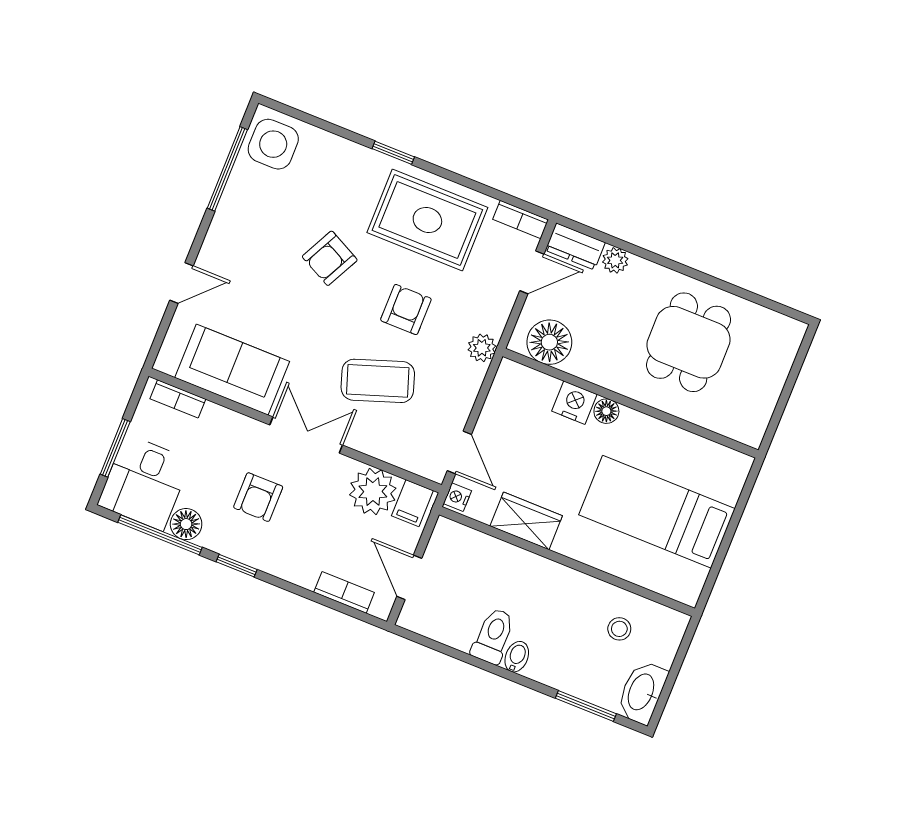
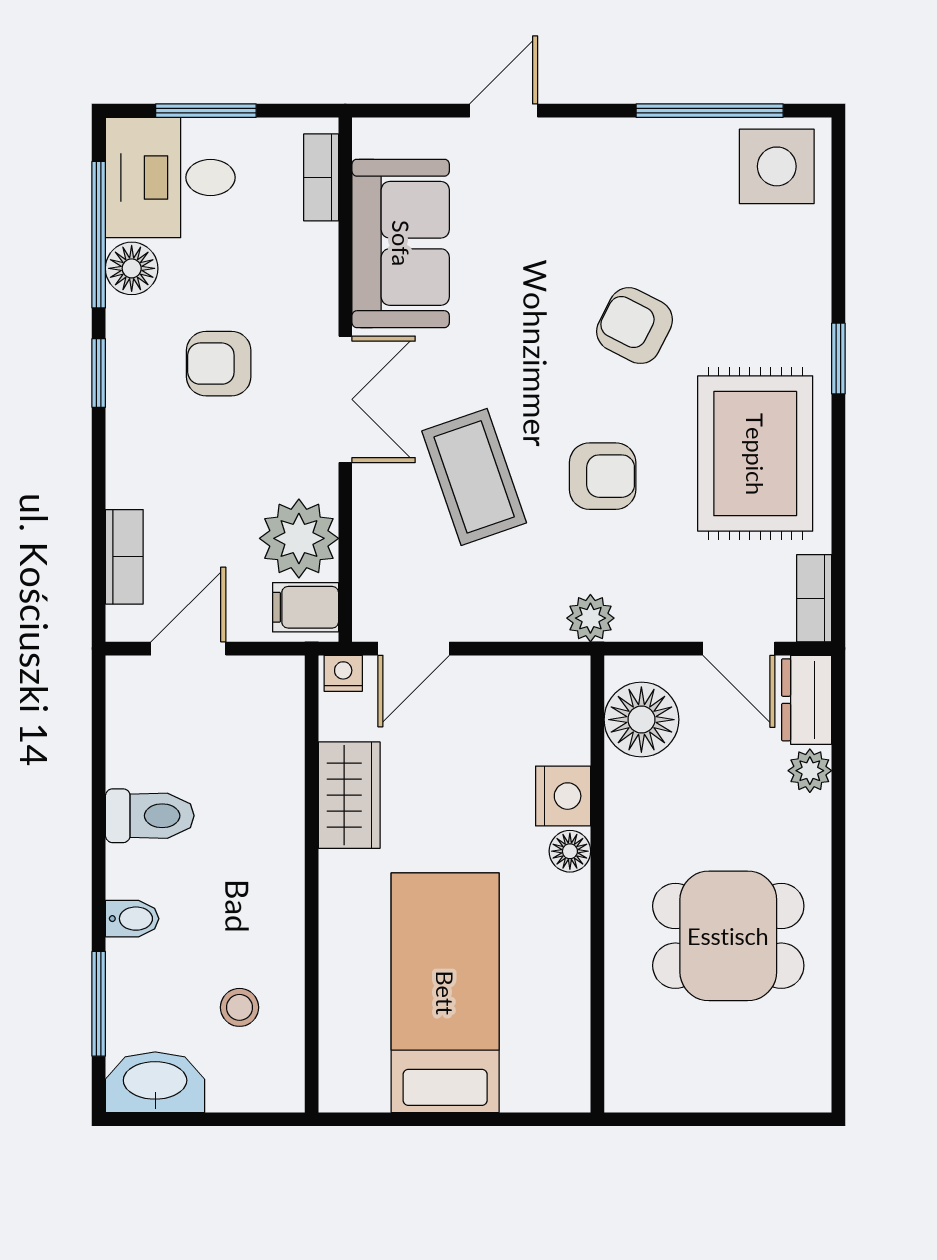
door: (181, 283) -> (504, 111), swing flipped
bidet: (517, 657) -> (132, 919), moved

